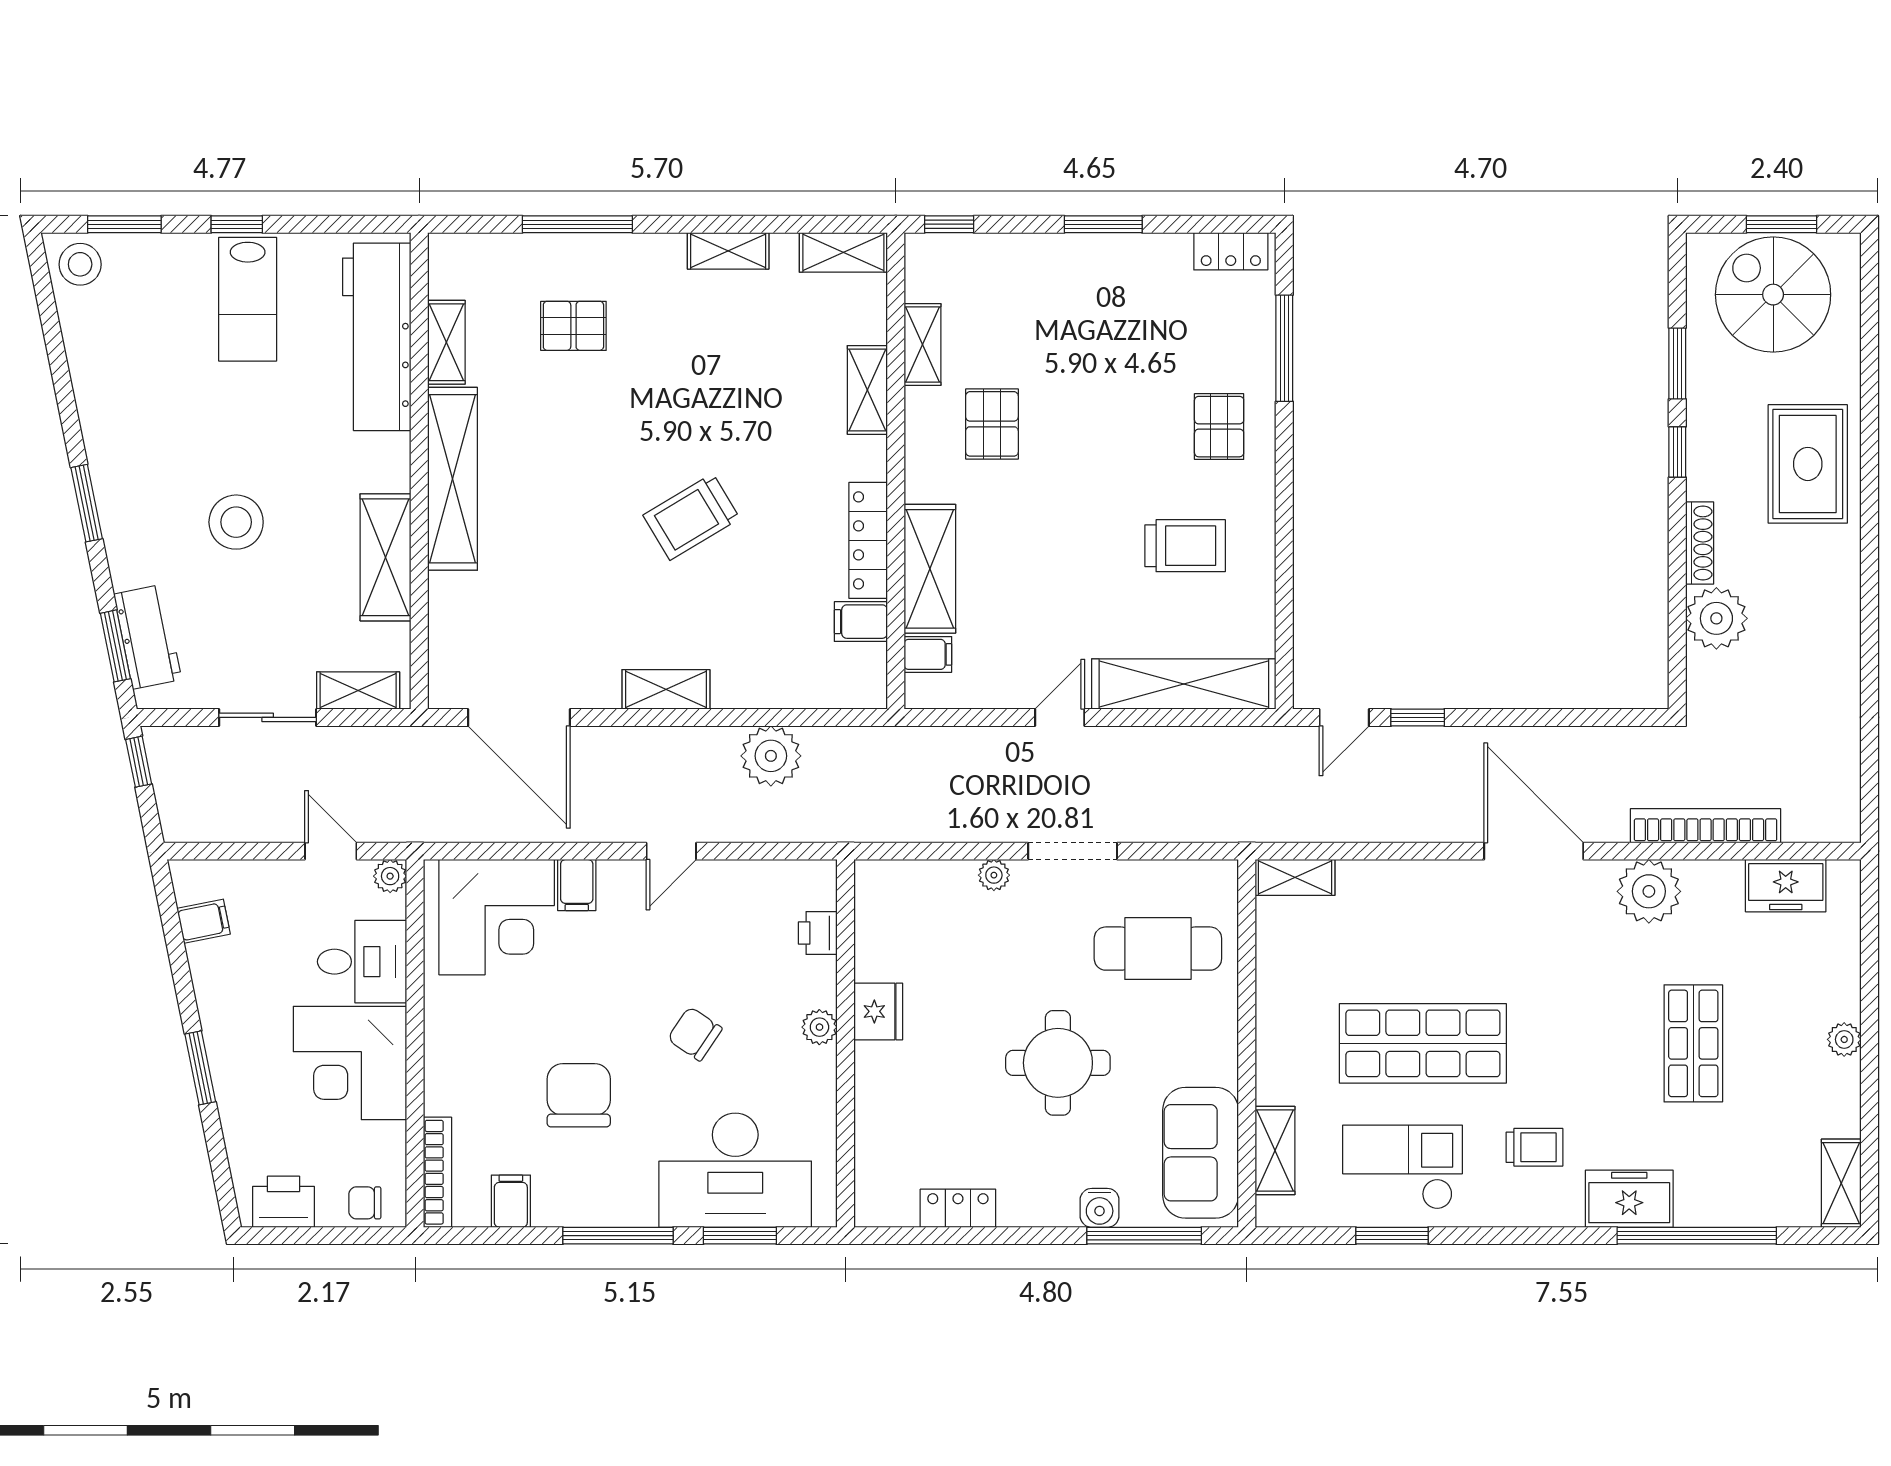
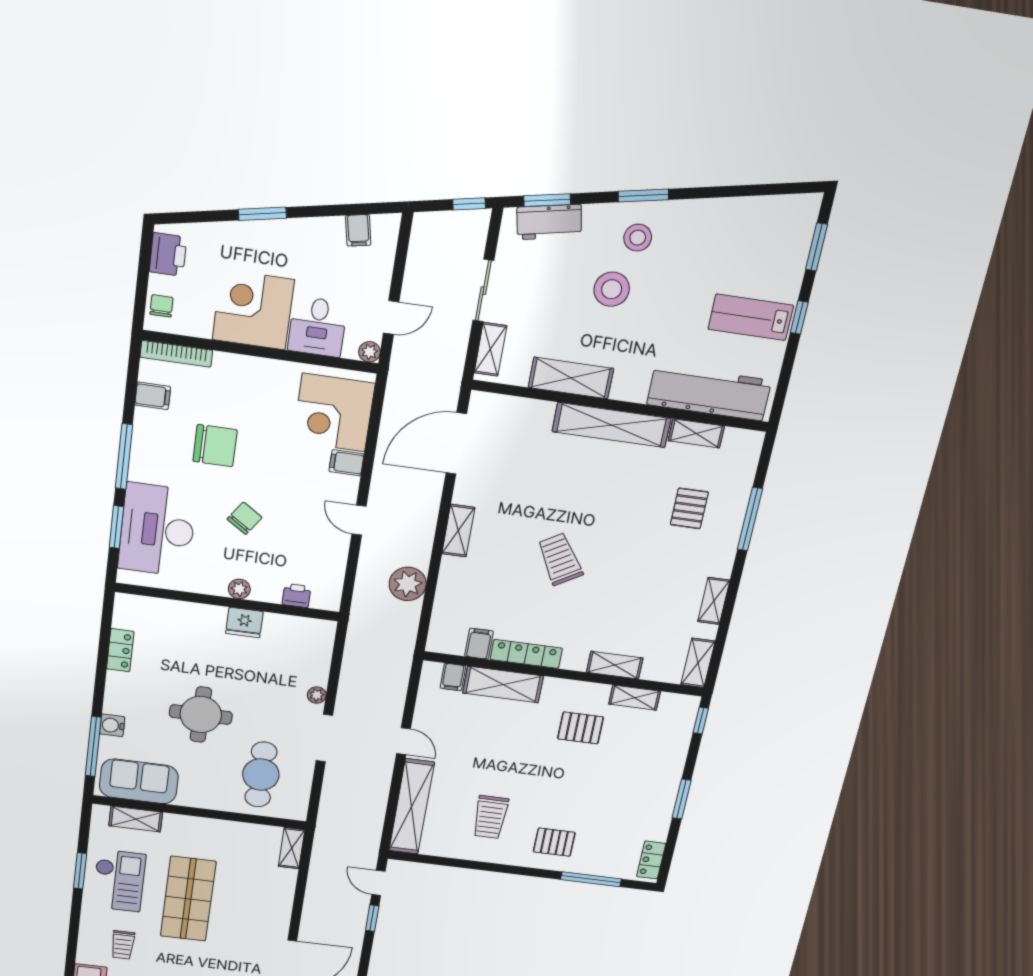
stool: (80, 264) -> (638, 238), moved

